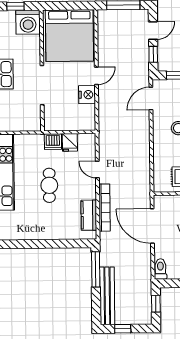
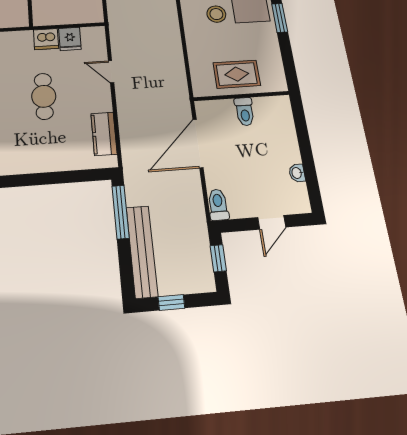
bookcase: (104, 208) -> (126, 122), removed
door: (152, 226) -> (198, 143), hinge flipped

